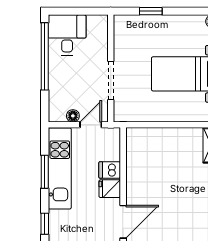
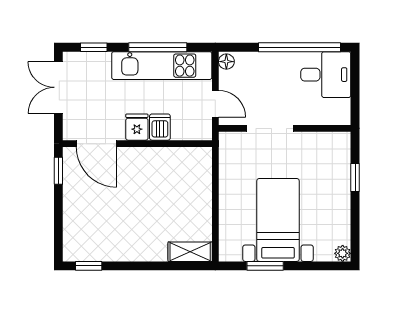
floor lamp: (73, 116) -> (226, 62), moved
window: (45, 172) -> (158, 47), width x1.44

